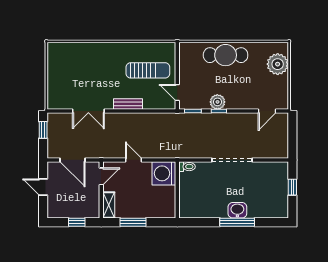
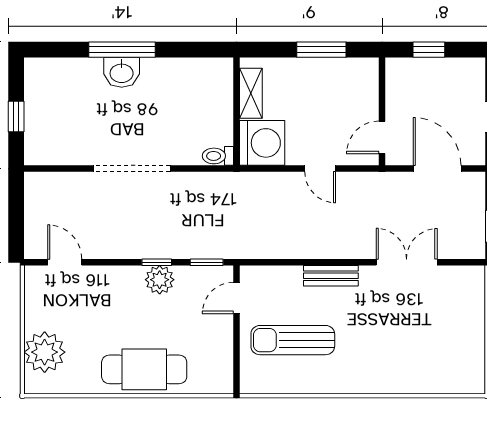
door: (177, 92) -> (237, 298), swing flipped
door: (267, 111) -> (65, 262), hinge flipped
shelving: (109, 205) -> (251, 93), moved

